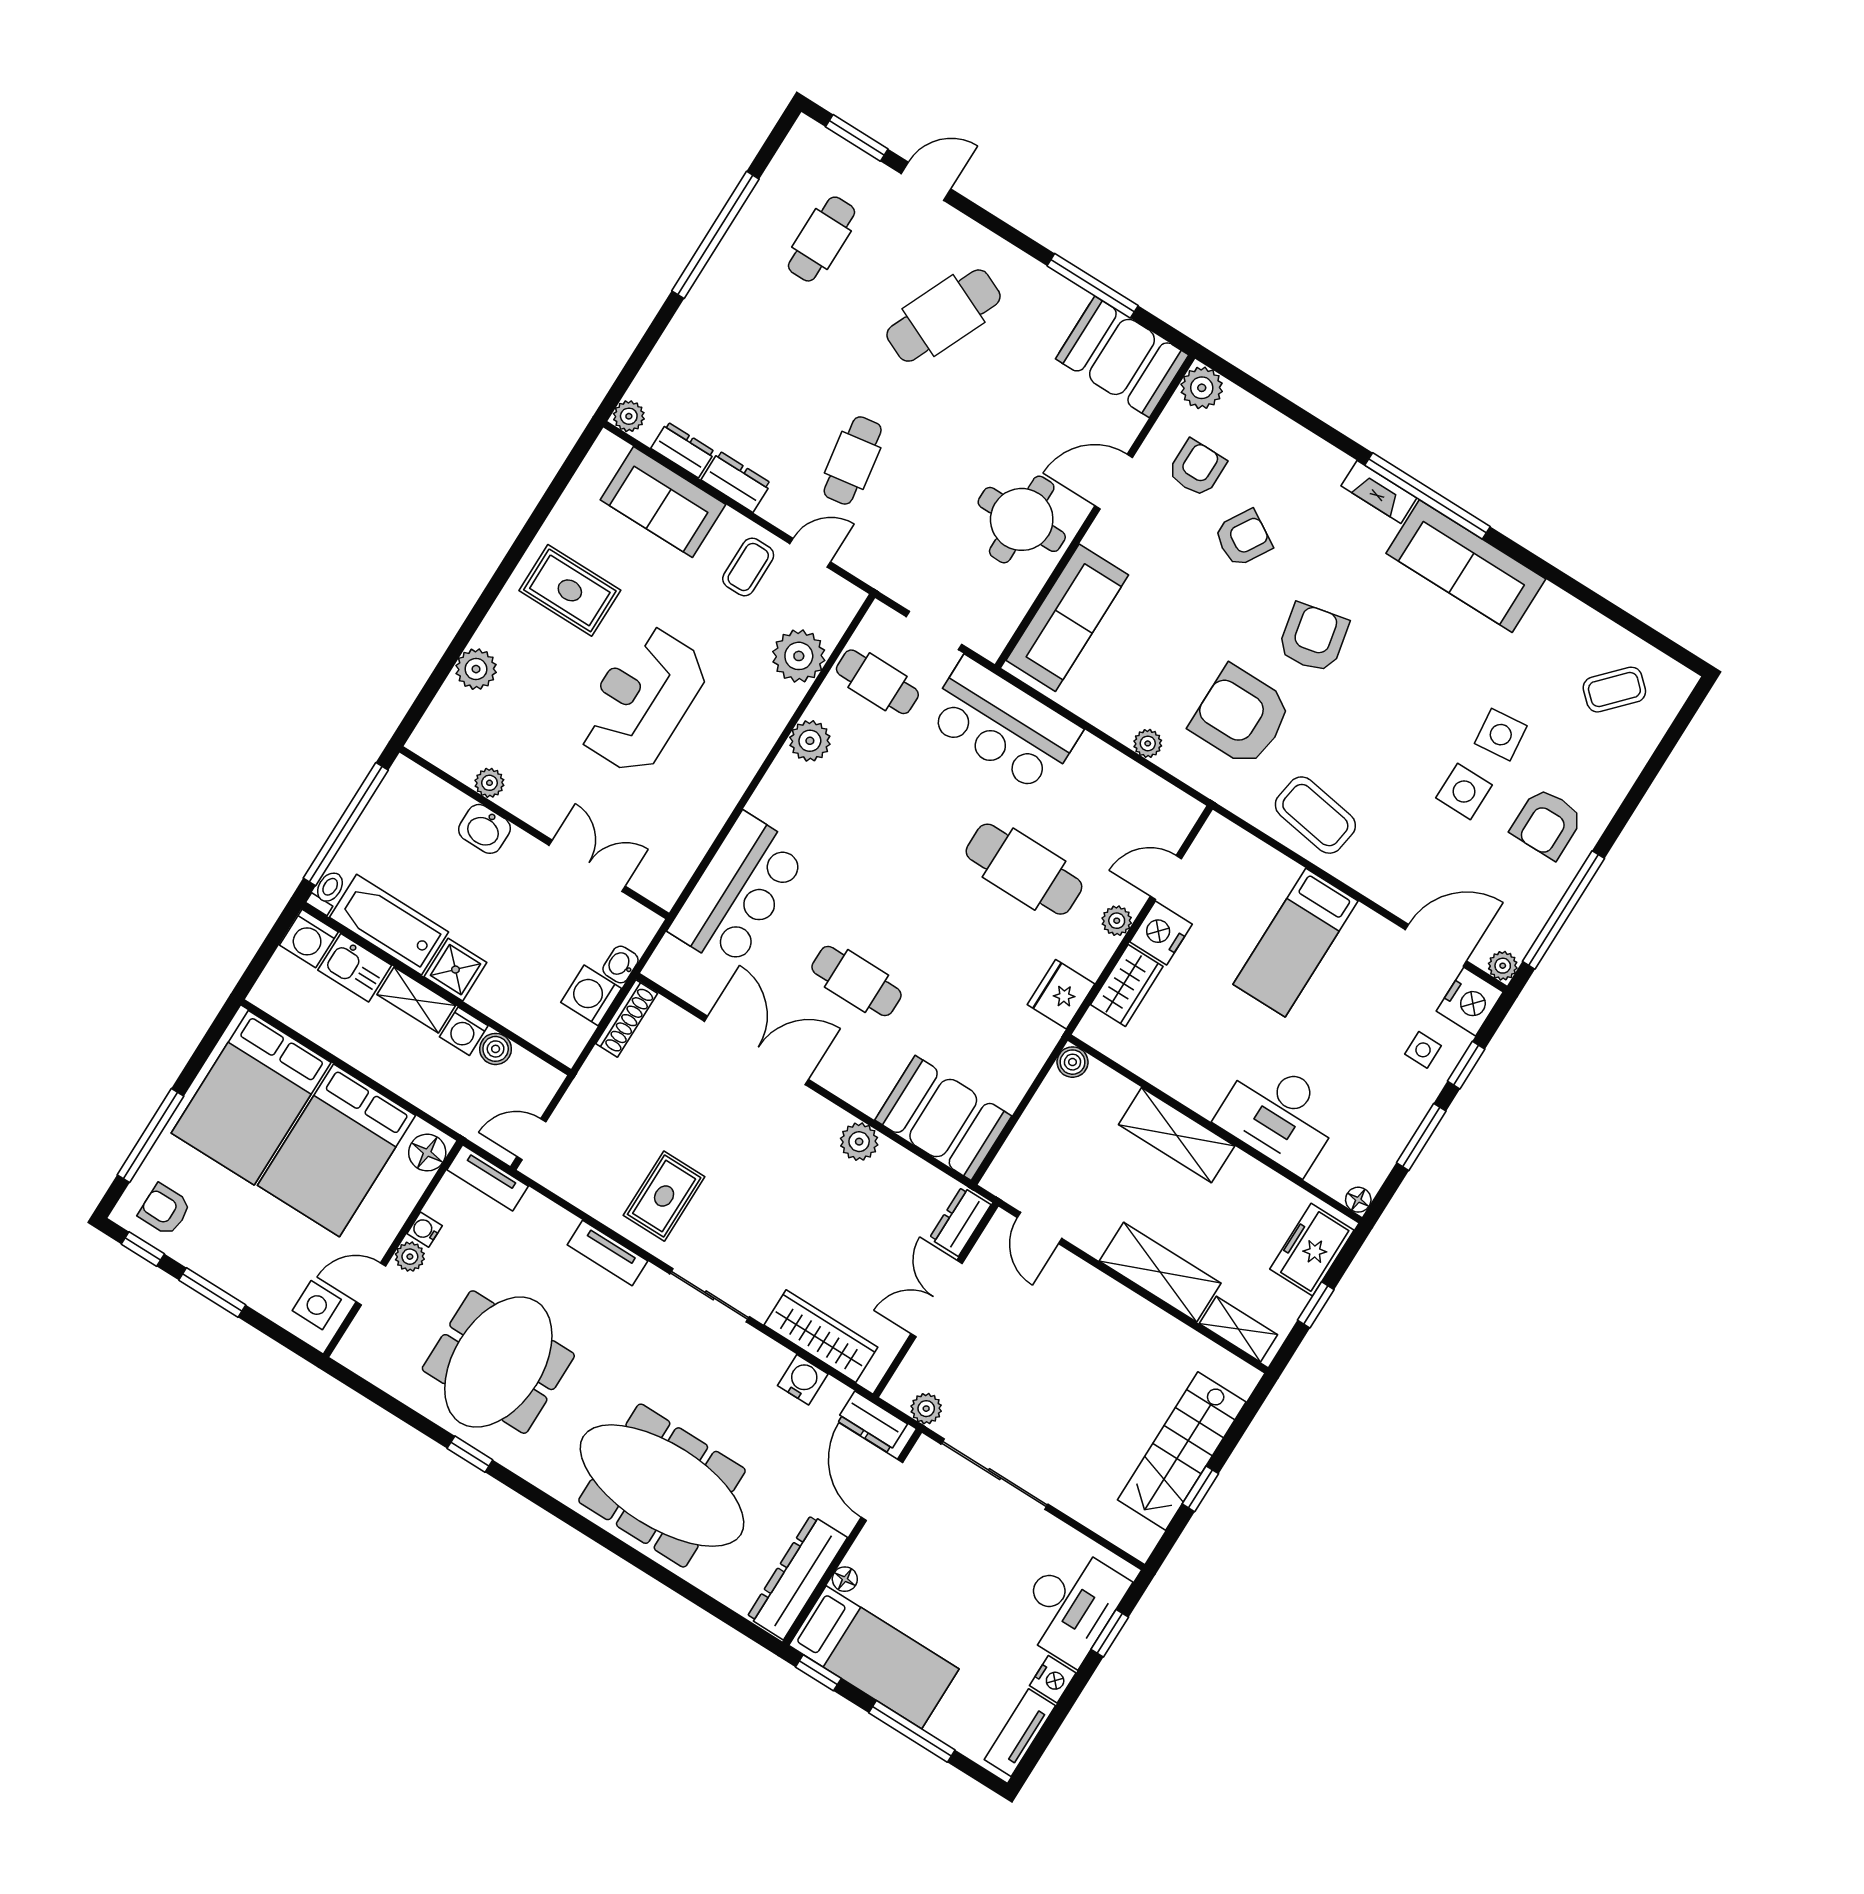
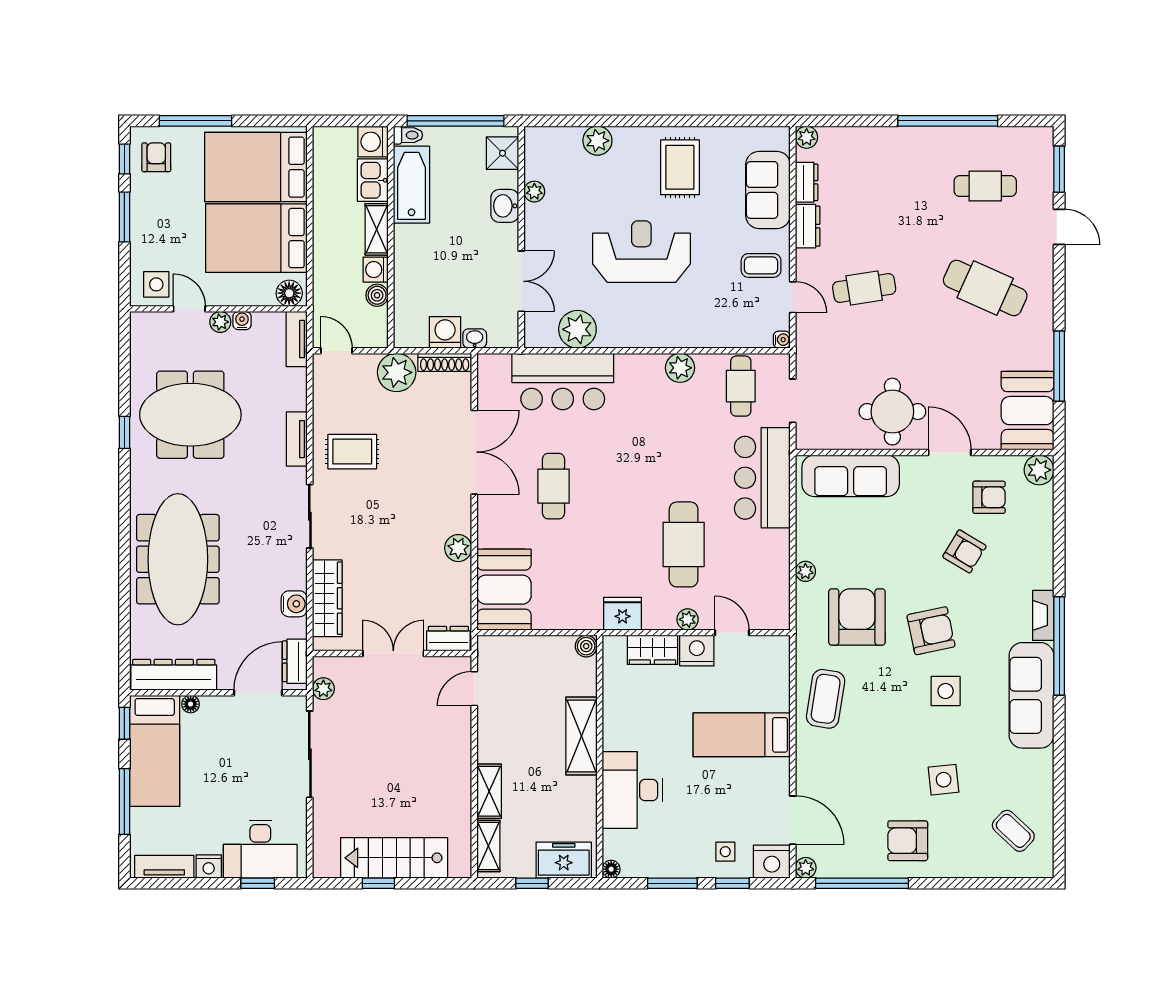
water cooler: (853, 598) -> (782, 340), added
plant: (799, 656) -> (577, 329), moved
side table: (1464, 791) -> (946, 691), moved
shower: (455, 970) -> (503, 153), moved
plant: (603, 1084) -> (397, 372), added
shelving: (1160, 1272) -> (489, 791), width x0.67, depth x0.75

